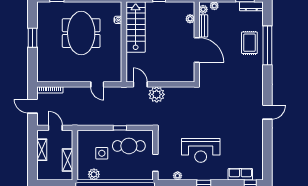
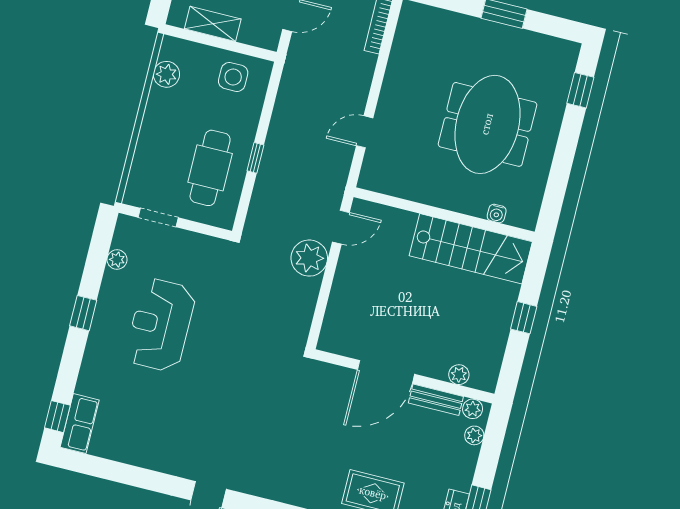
meeting table: (81, 33) -> (487, 124), turned 90
side table: (102, 153) -> (233, 77), moved
row of seats: (240, 174) -> (80, 424), moved

